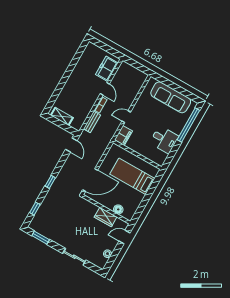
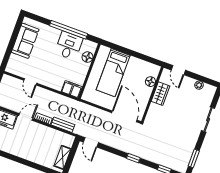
sofa: (171, 97) -> (25, 41), width x0.73
door: (126, 117) -> (30, 82), moved
window: (188, 125) -> (69, 30), moved
door: (71, 145) -> (91, 142), swing flipped
floor lamp: (151, 155) -> (88, 57), added

